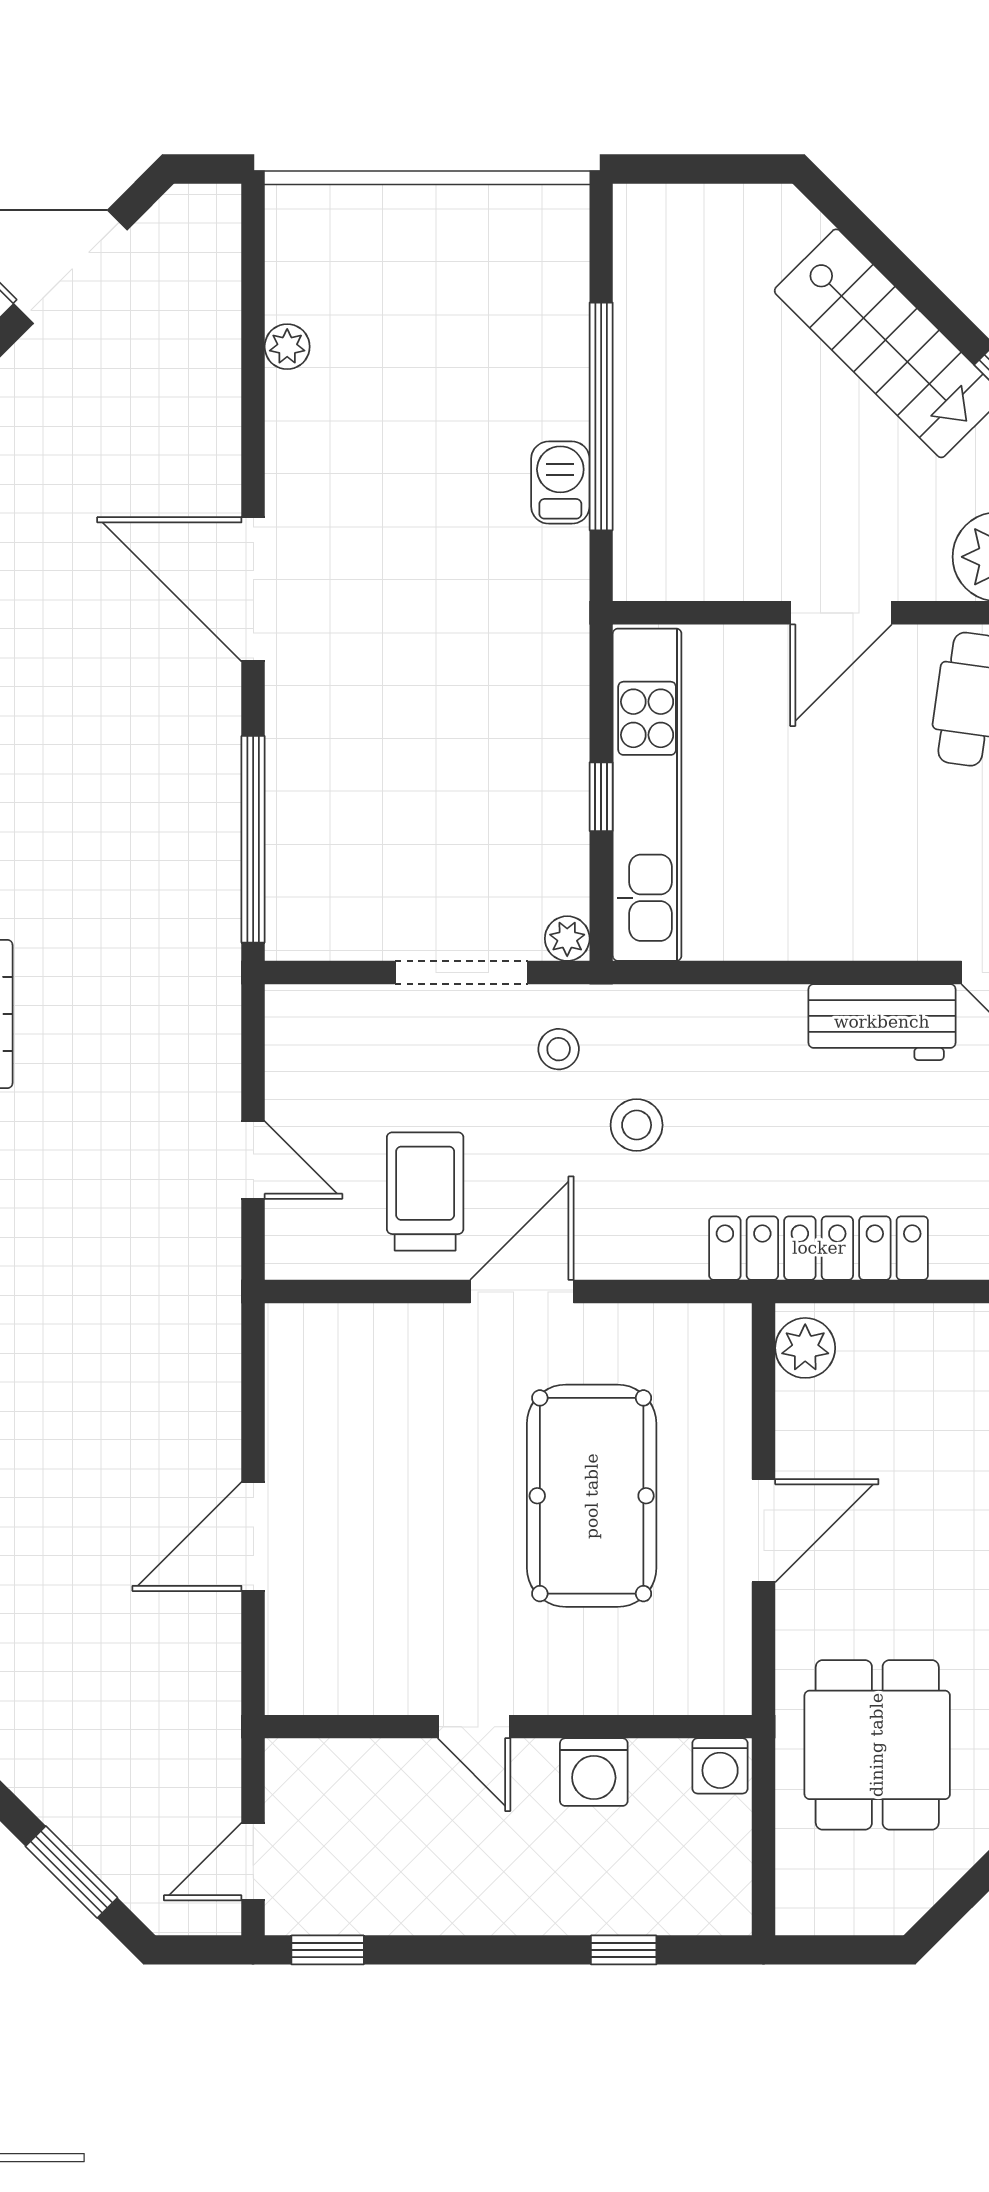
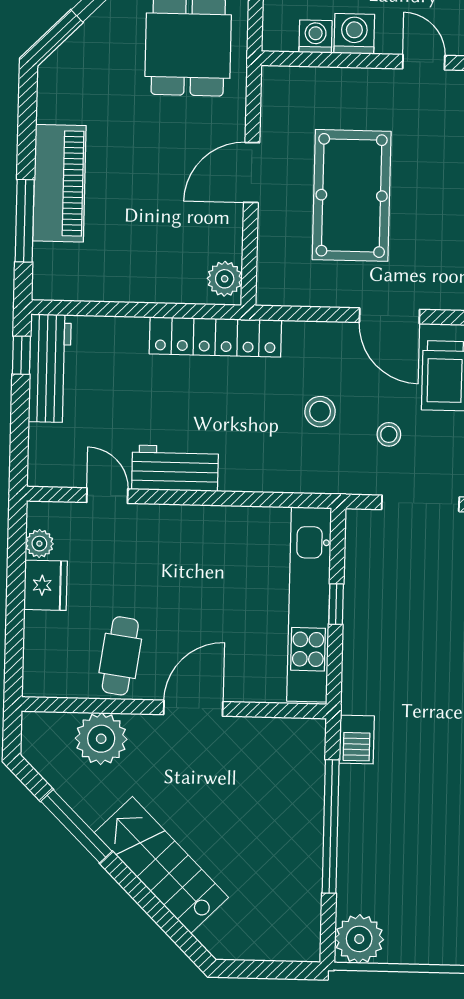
barbecue: (560, 483) -> (357, 740), moved
plant: (567, 939) -> (359, 939), moved, width x1.87, depth x1.87
stool: (559, 1049) -> (389, 434), moved
door: (522, 1292) -> (389, 316), hinge flipped
washing machine: (720, 1766) -> (316, 36), moved

